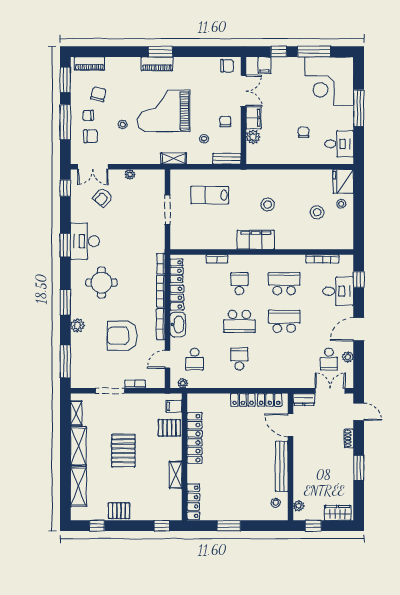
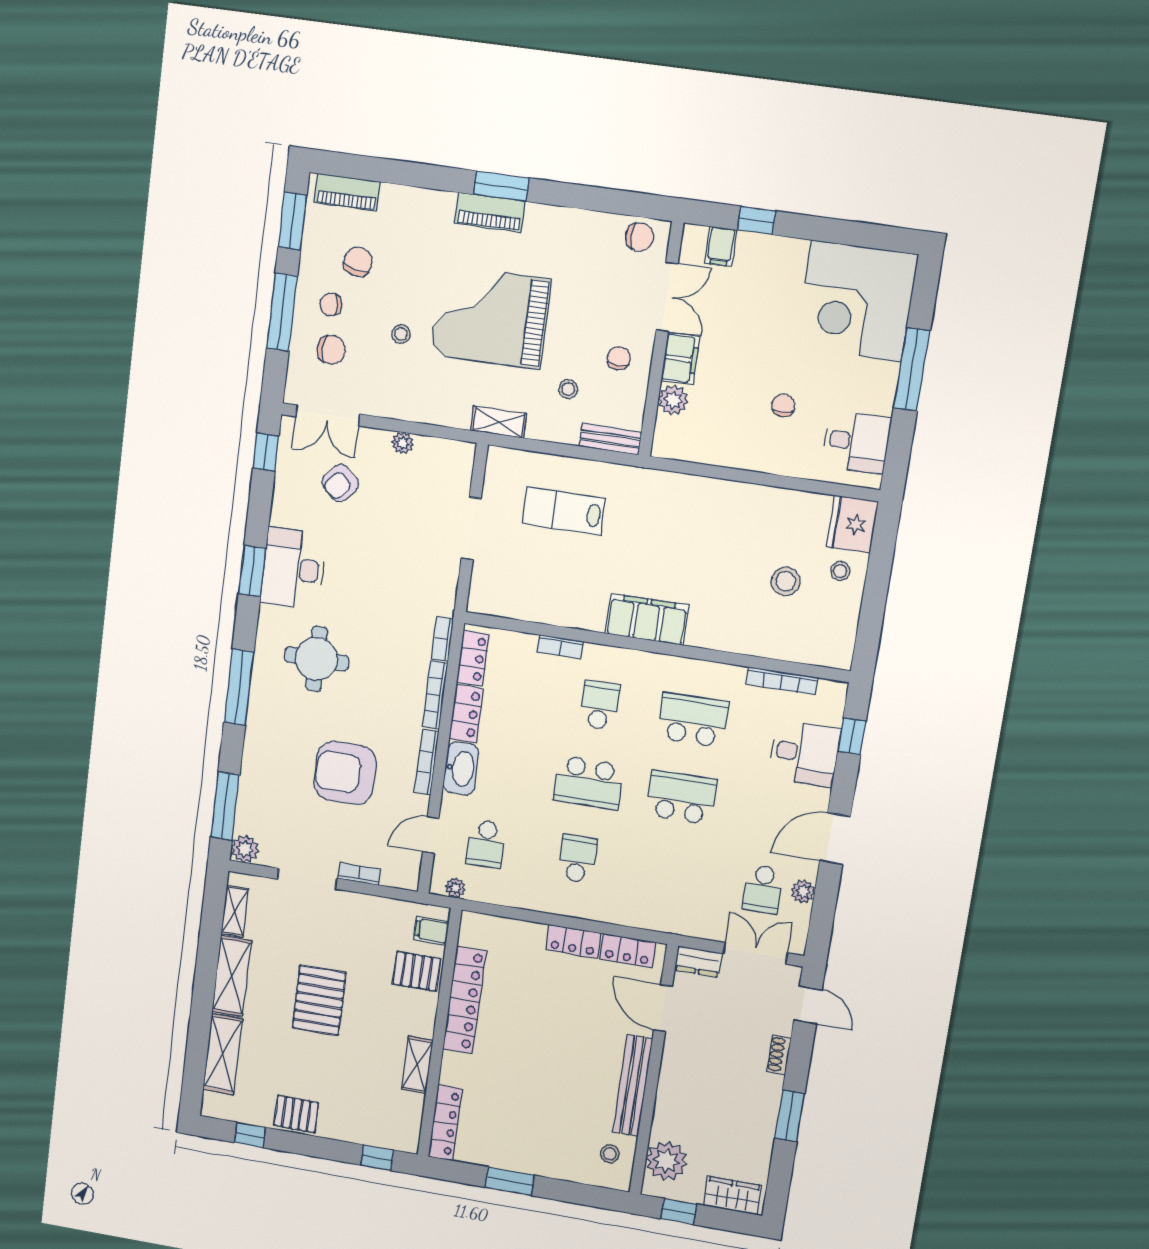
window: (314, 52) -> (834, 231), removed
stool: (268, 205) -> (683, 549), removed
window: (65, 302) -> (239, 687), width x1.44
plant: (77, 325) -> (245, 849), moved
plant: (299, 506) -> (666, 1161), width x1.87, depth x1.87

